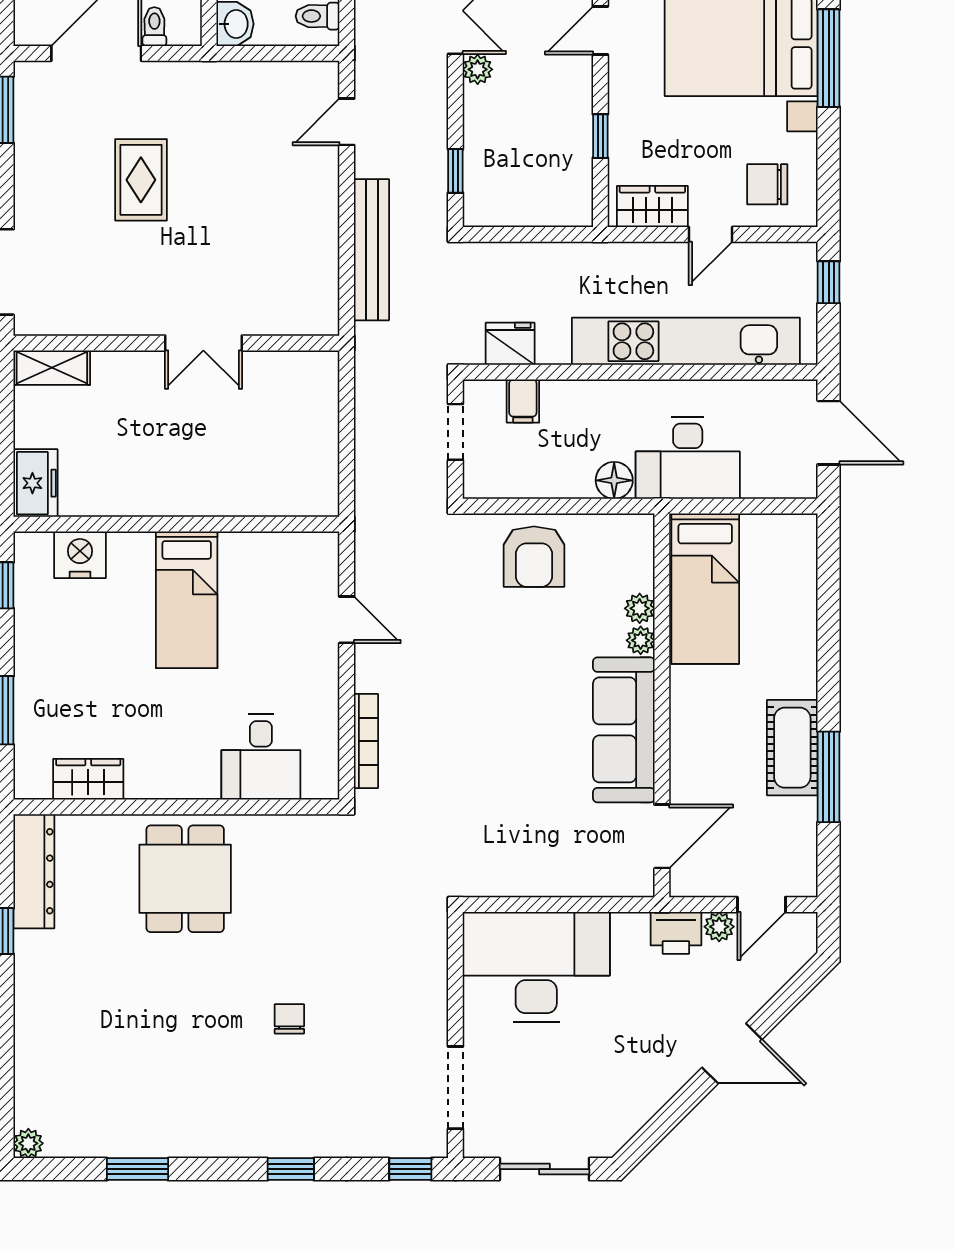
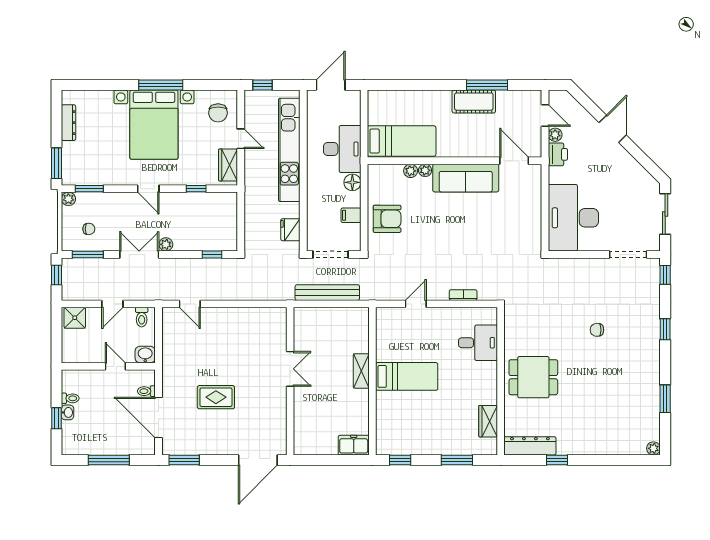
bench: (372, 250) -> (327, 293), moved
shelving: (52, 368) -> (361, 371), moved
filing cabinet: (523, 401) -> (351, 215), moved, turned 180
doorway: (455, 432) -> (330, 254), width x1.38
nightstand: (80, 555) -> (386, 425), removed
bookcase: (366, 741) -> (463, 295), width x0.64

